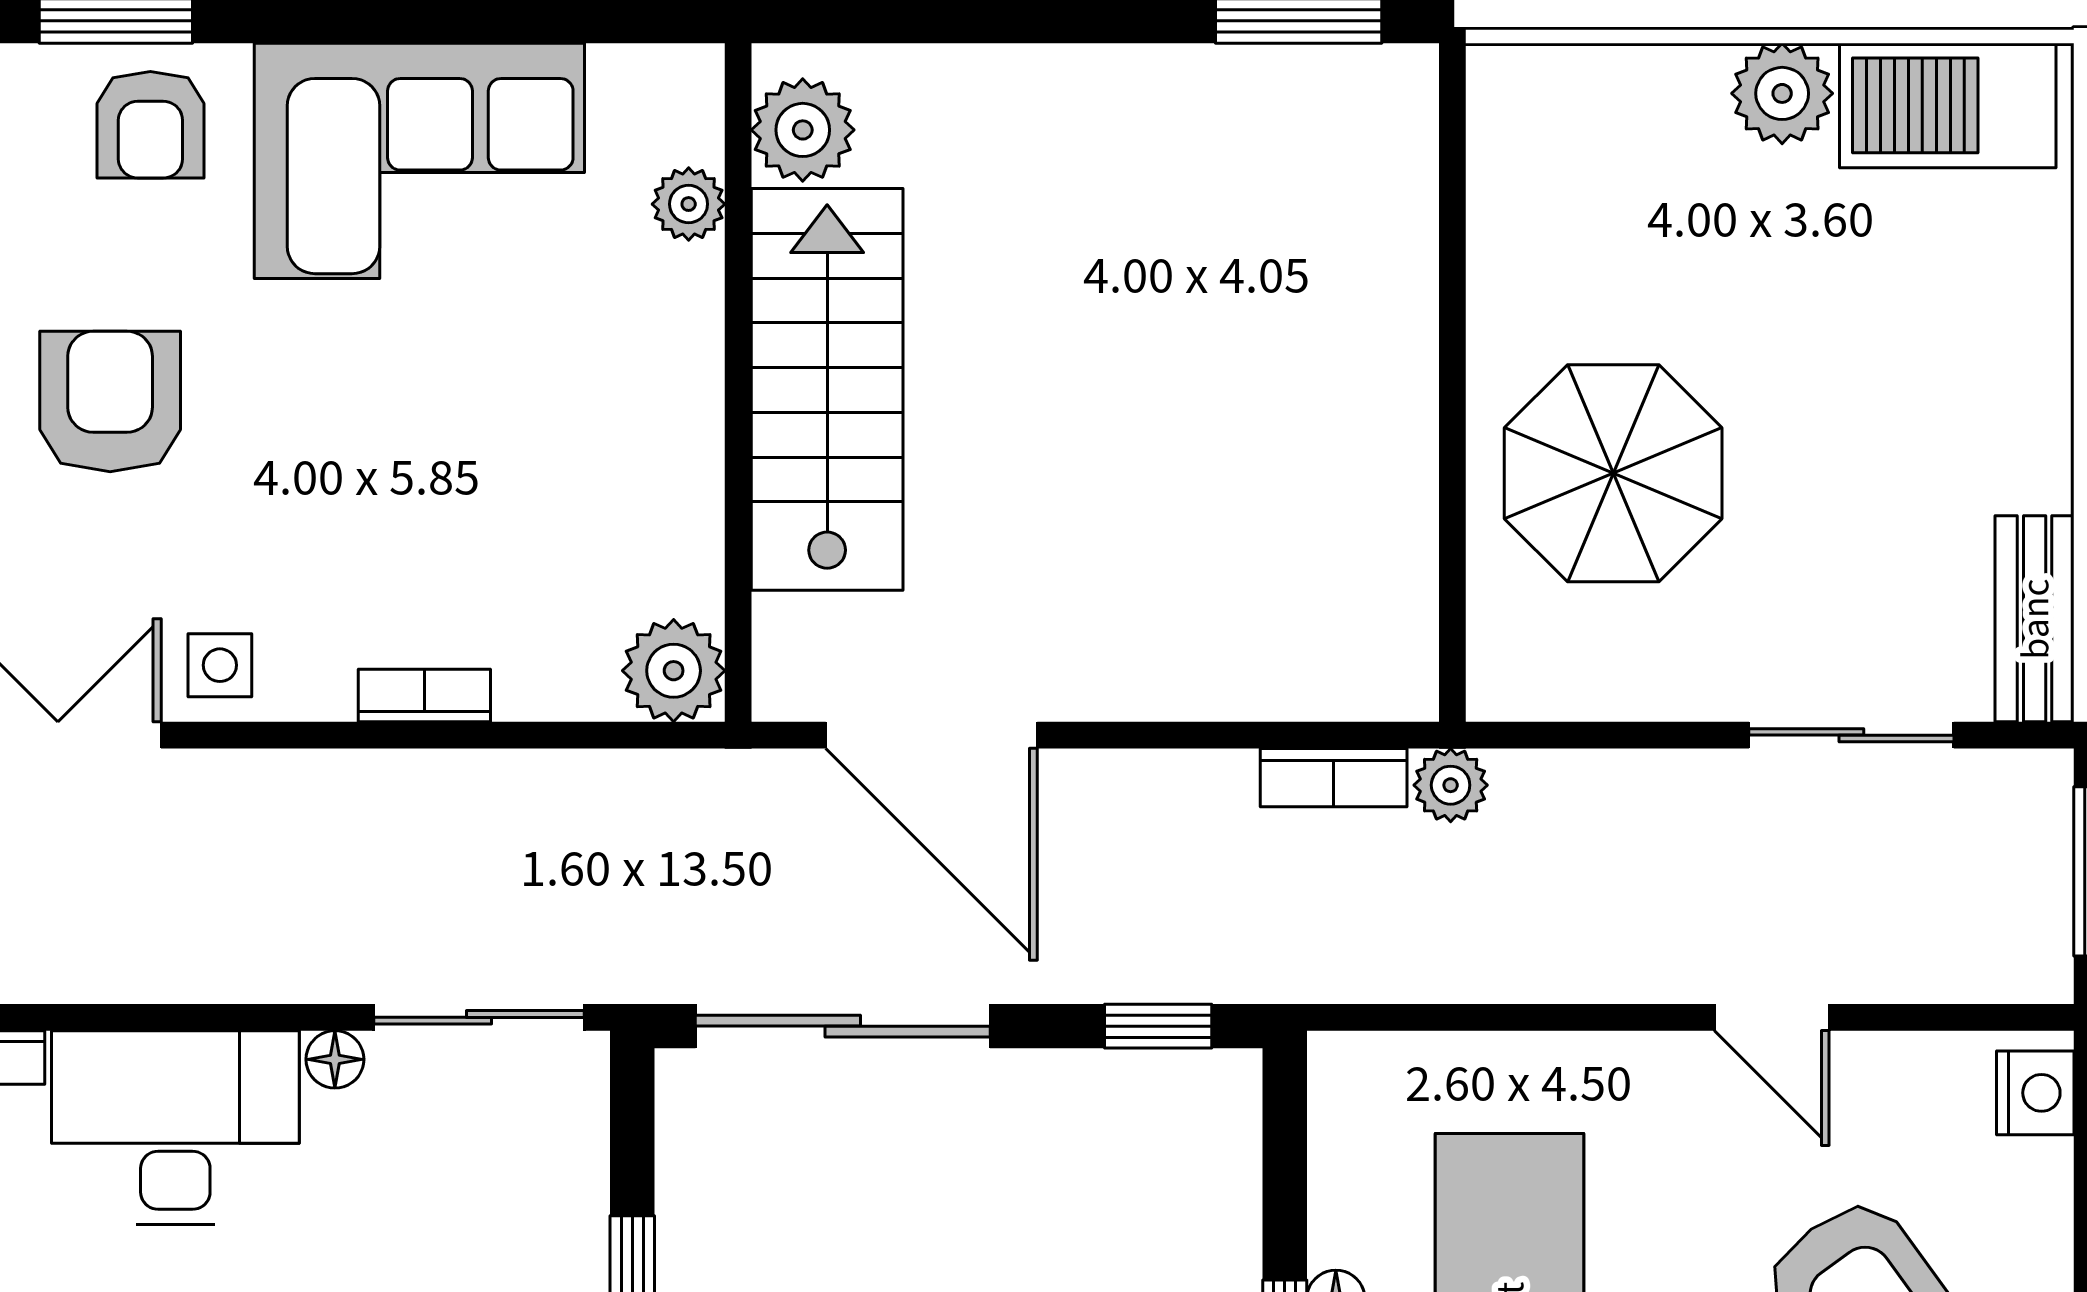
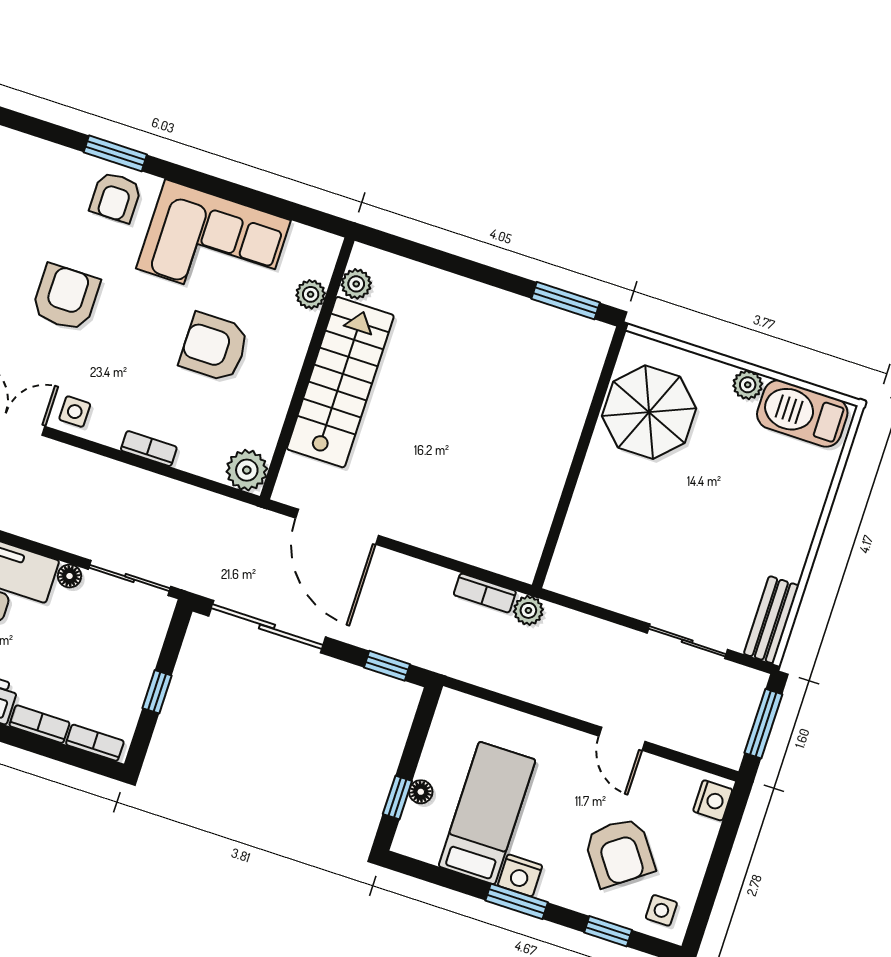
plant: (1782, 93) -> (748, 385), width x0.73, depth x0.73
plant: (803, 130) -> (356, 284), width x0.73, depth x0.73
armchair: (501, 404) -> (214, 347), added
parasol: (1613, 473) -> (649, 412), moved

